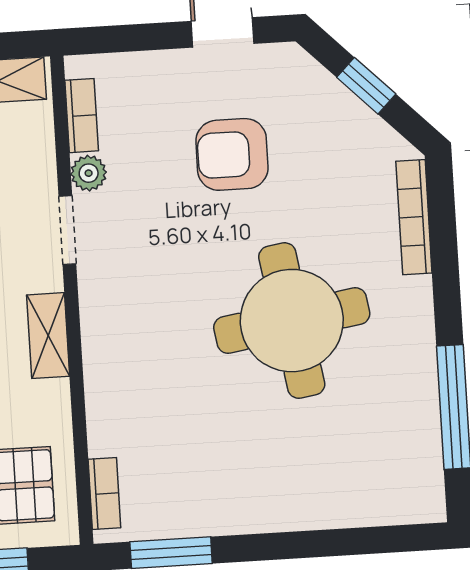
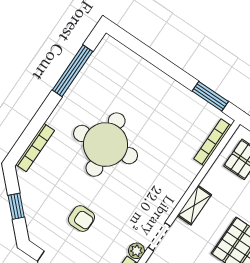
armchair: (232, 154) -> (81, 219), width x0.72, depth x0.72
bookcase: (104, 494) -> (213, 142), width x1.56

